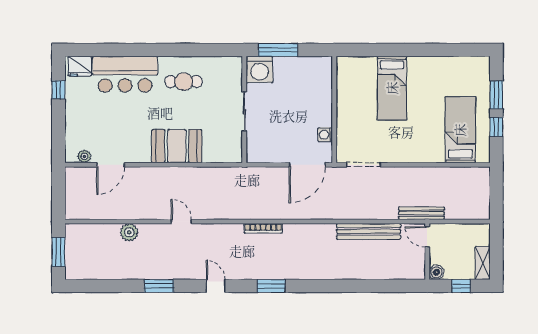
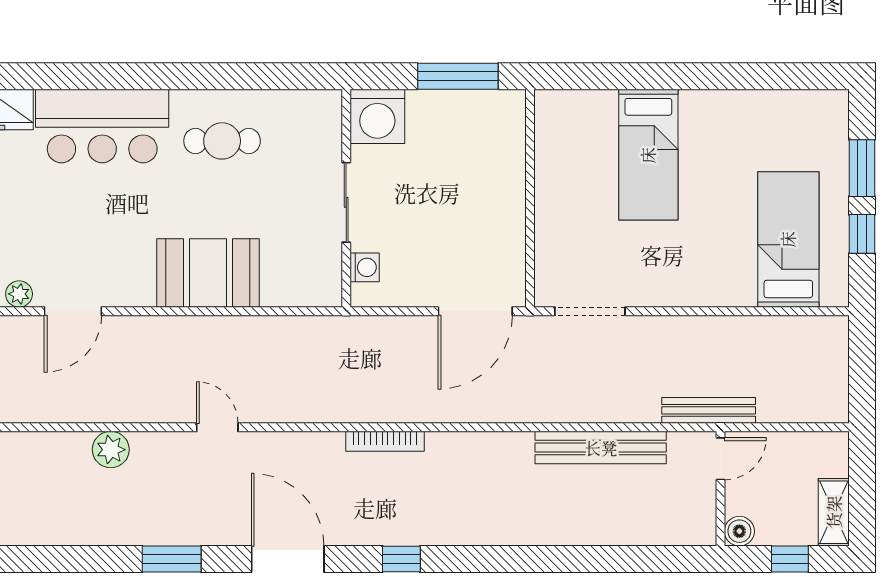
window: (278, 50) -> (458, 76), moved
washing machine: (325, 135) -> (365, 267), moved, turned 180
door: (427, 237) -> (721, 459), swing flipped
door: (216, 286) -> (288, 559), width x1.88
window: (271, 286) -> (401, 559), width x0.67

